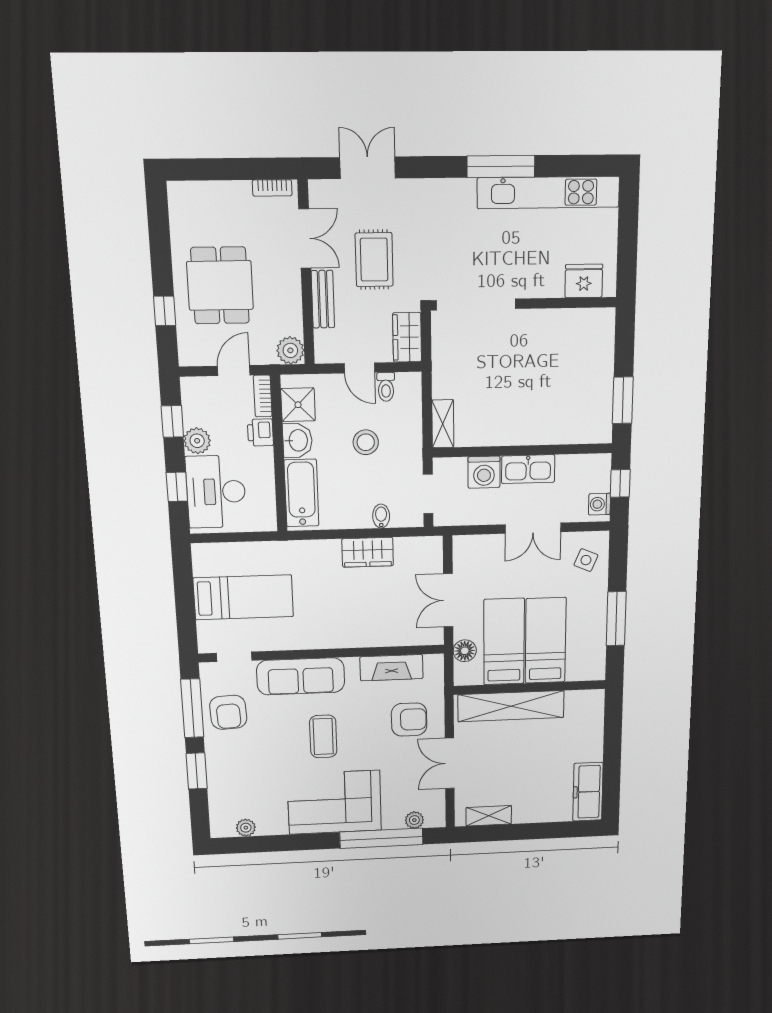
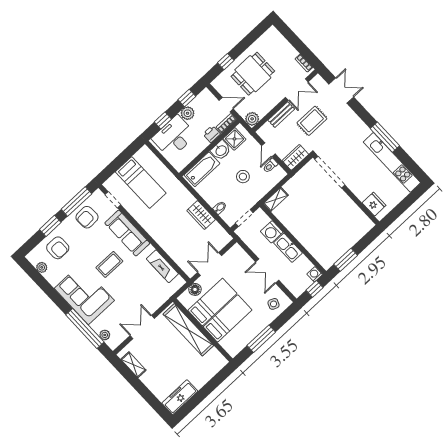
washing machine: (600, 504) -> (315, 274), moved
armchair: (409, 720) -> (58, 248), moved

